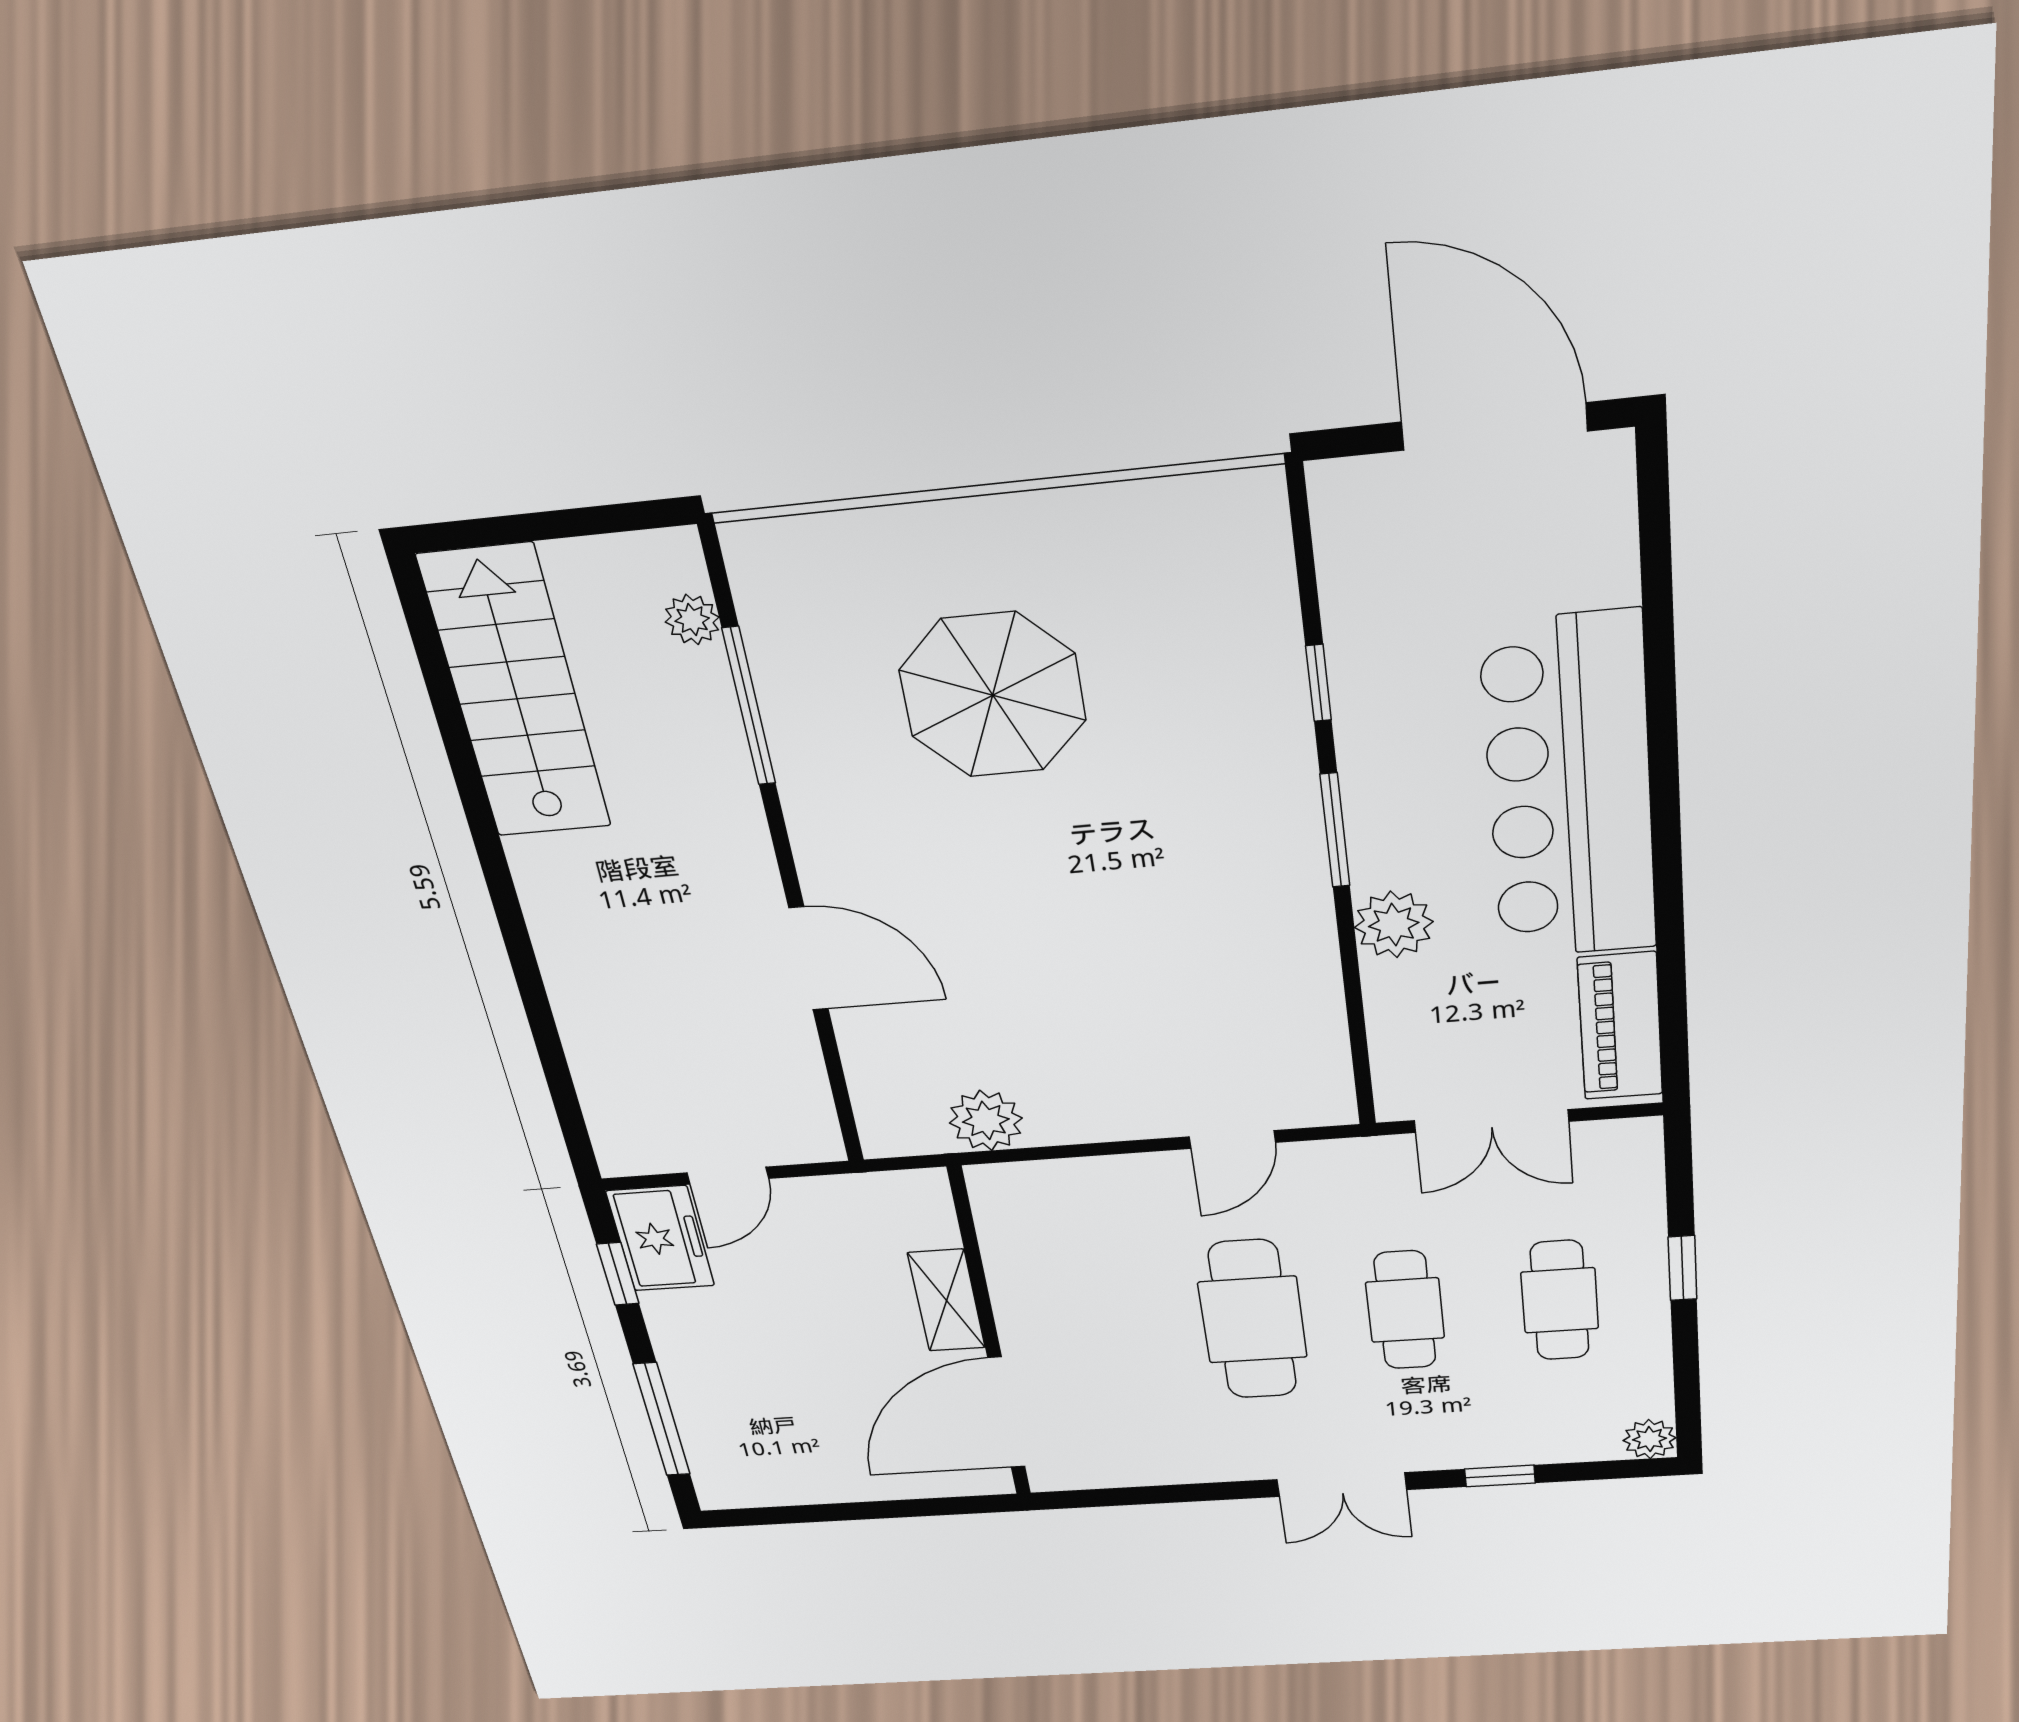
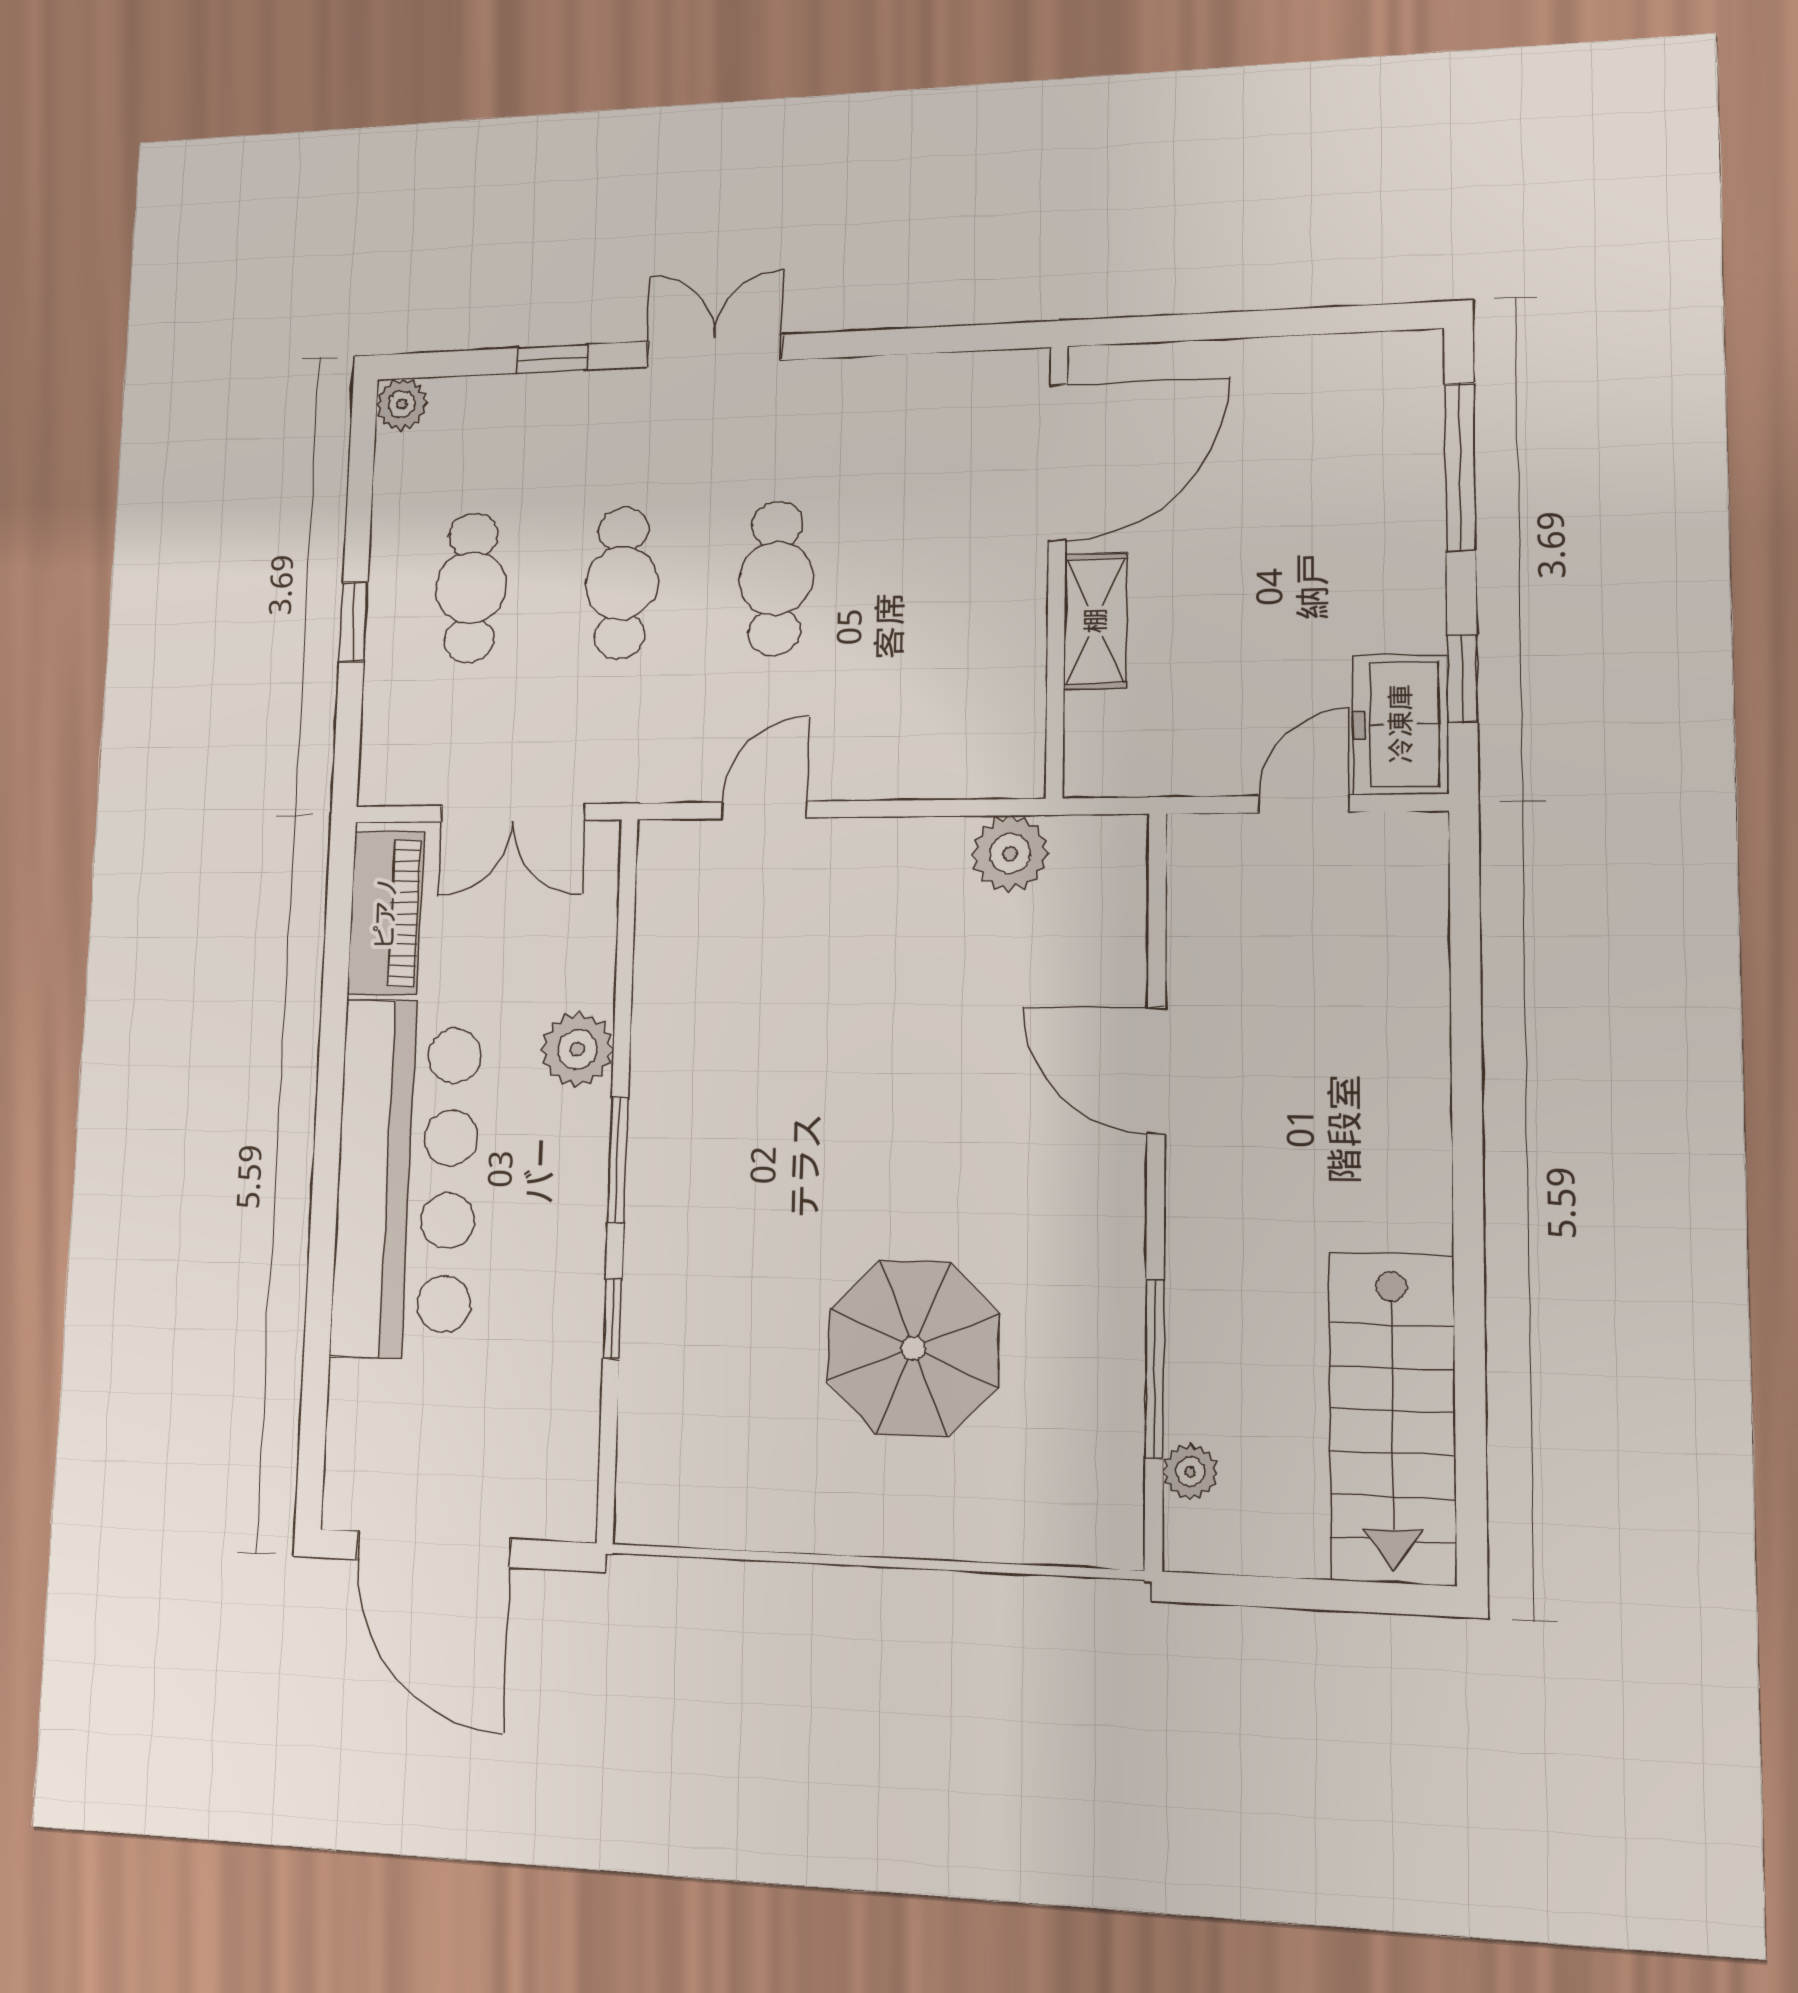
double door: (1491, 1121) -> (513, 813), swing flipped
cafe table: (1253, 1320) -> (776, 578), width x0.73, depth x0.74

